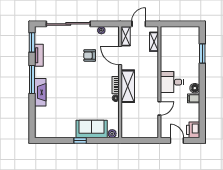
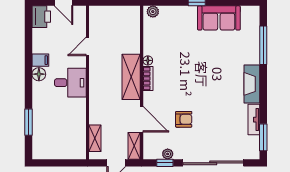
window: (103, 24) -> (165, 163), added
window: (32, 80) -> (263, 45), moved
fireplace: (40, 92) -> (252, 84), moved
sofa: (92, 129) -> (219, 18), moved

